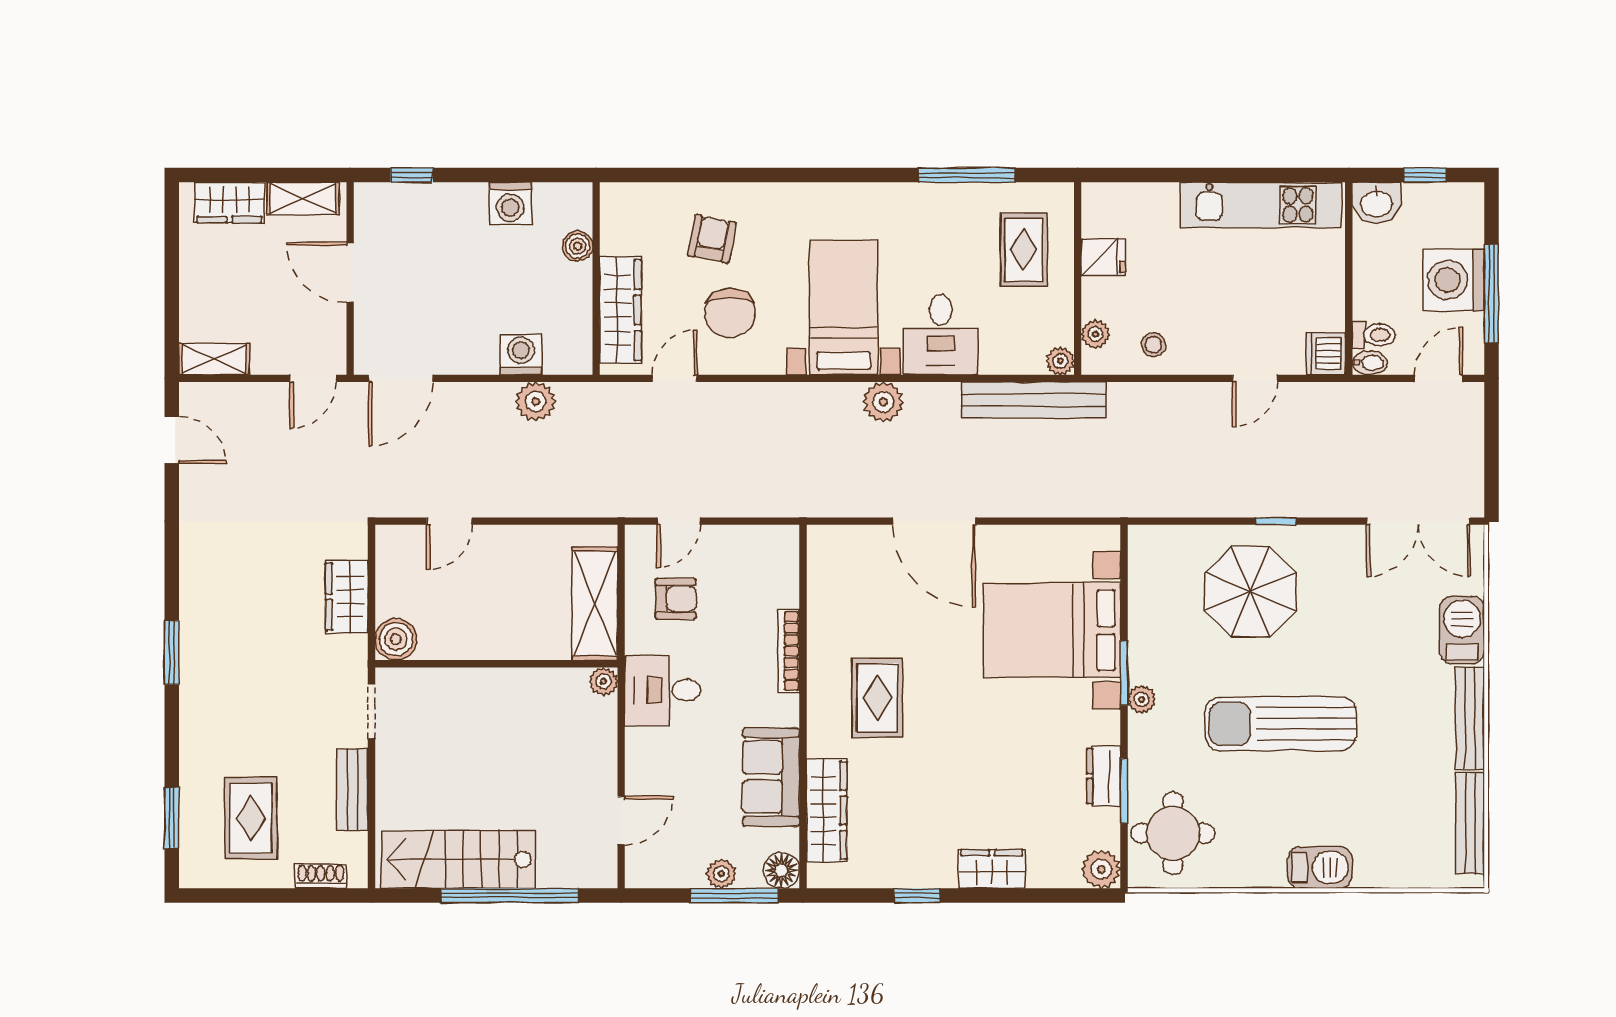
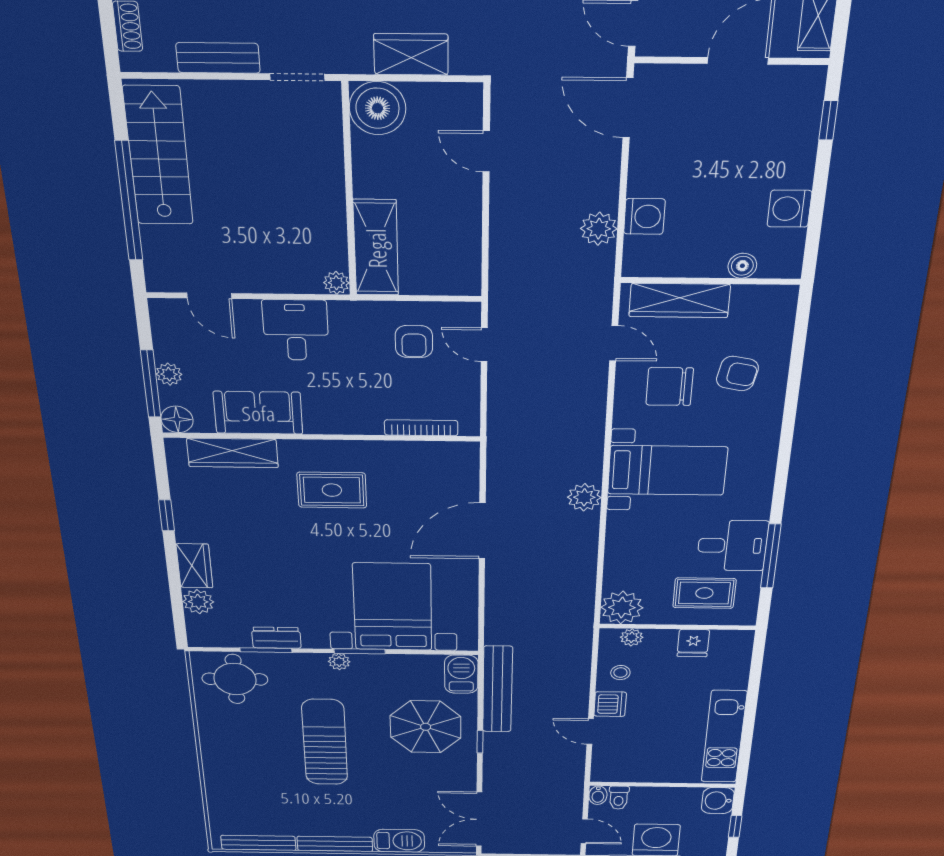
desk: (941, 335) -> (732, 546), moved, turned 180
dishwasher: (1325, 354) -> (610, 704), moved, turned 90
plant: (1060, 361) -> (622, 608), width x1.88, depth x1.88
bench: (1034, 400) -> (497, 689), moved
shelving: (595, 604) -> (376, 248), moved, turned 90
boiler: (396, 639) -> (378, 108), width x1.37, depth x1.37
bookcase: (789, 651) -> (421, 428), moved
desk: (663, 690) -> (296, 330), moved
barbecue: (1320, 868) -> (461, 674), moved, turned 180
plant: (1101, 869) -> (198, 602), moved

